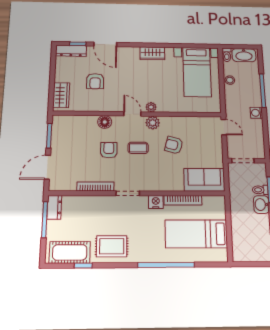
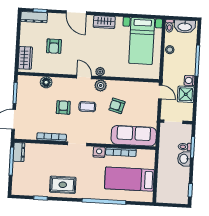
door: (105, 44) -> (76, 13), moved
floor lamp: (105, 122) -> (46, 82), moved
shower: (254, 128) -> (186, 94), added
sofa: (204, 180) -> (134, 136), width x1.36
cot: (70, 252) -> (30, 187), removed

